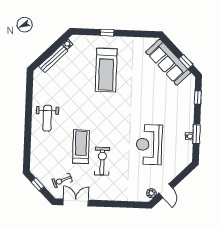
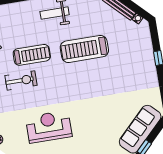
treadmill: (106, 70) -> (84, 49), moved

